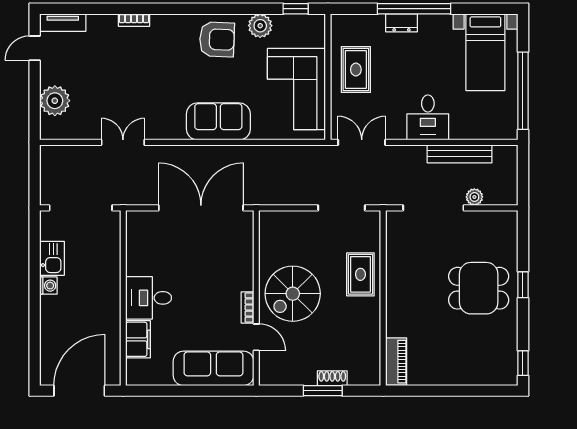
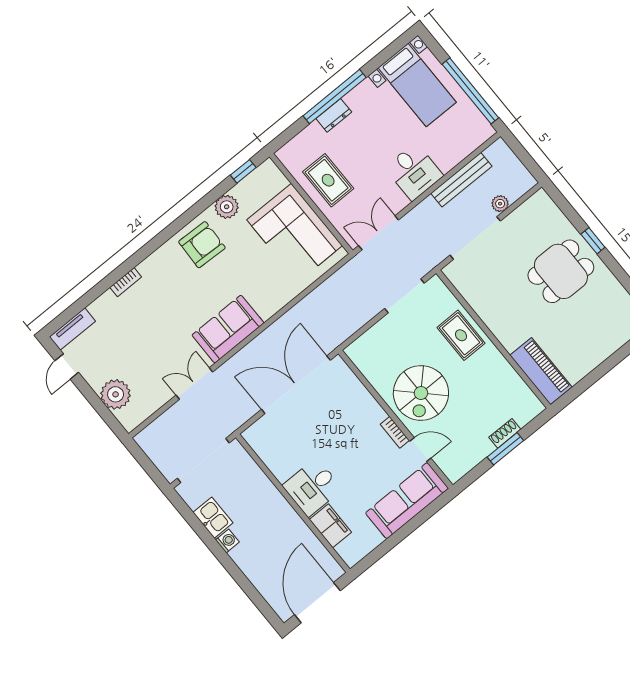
sofa: (218, 121) -> (228, 329), moved
piano: (396, 362) -> (541, 371), width x1.37, depth x1.33

